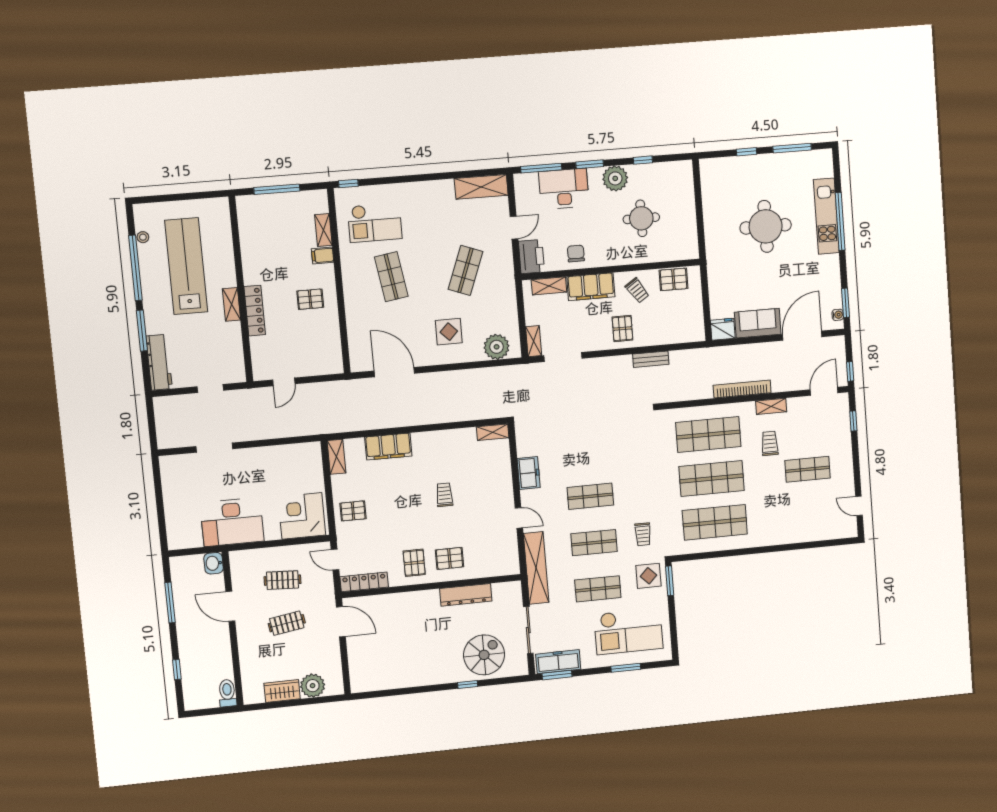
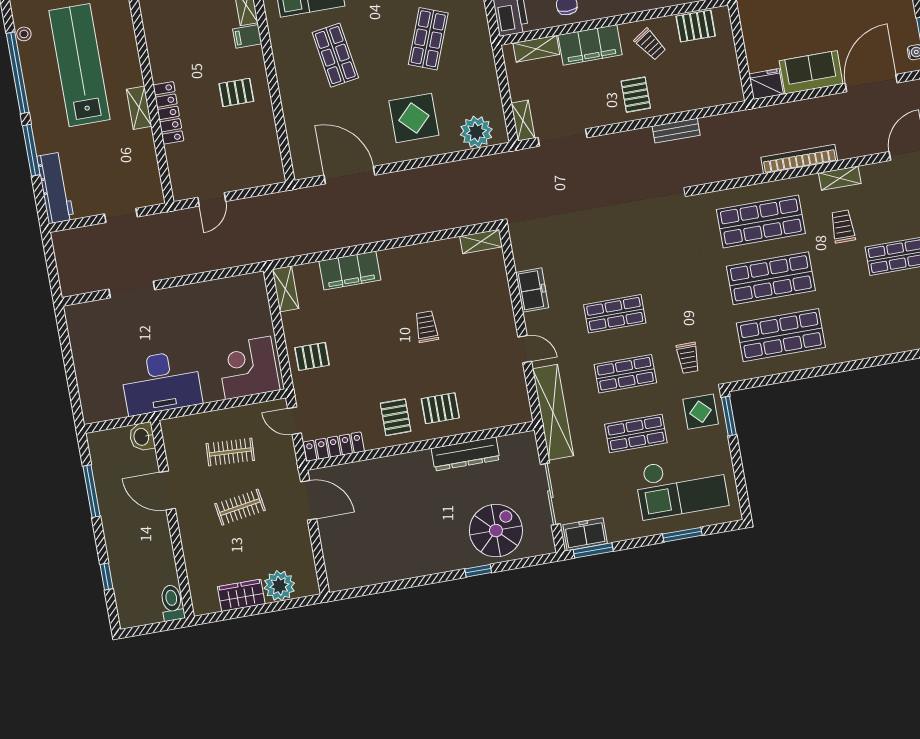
display table: (449, 332) -> (414, 118), width x1.36, depth x1.36
freezer: (558, 662) -> (585, 534), width x0.71

